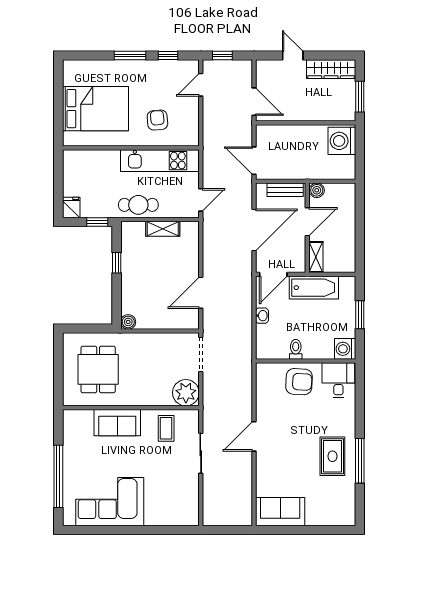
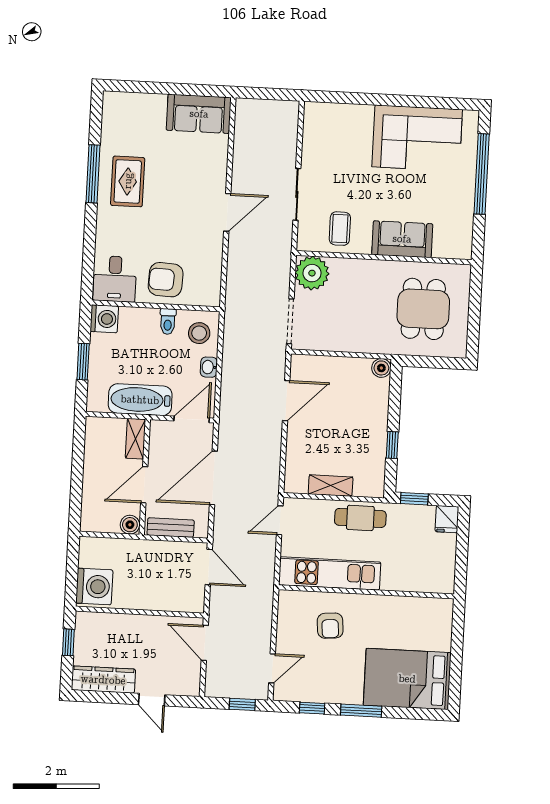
window: (360, 97) -> (68, 642), width x0.67
bed: (95, 109) -> (407, 679), moved
stool: (271, 342) -> (199, 333), added

